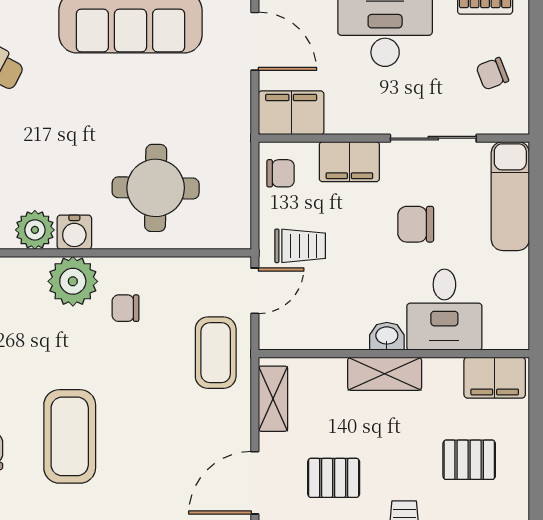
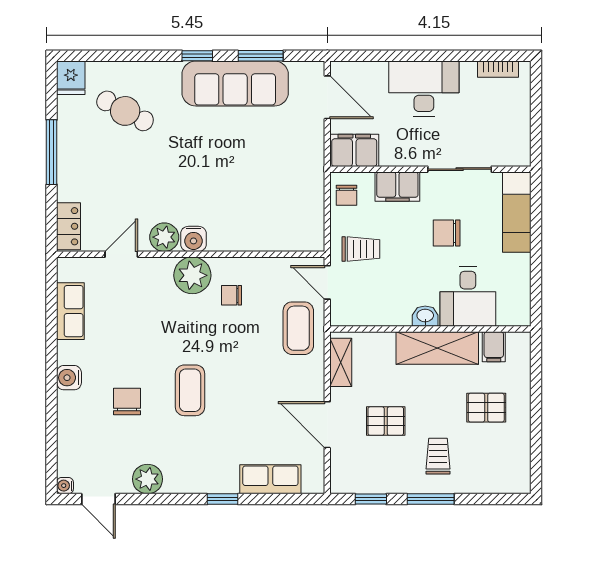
chair: (492, 74) -> (503, 121), removed
chair: (281, 173) -> (346, 195), turned 90
round table: (156, 188) -> (254, 206), removed
door: (255, 291) -> (327, 282), swing flipped
shelving: (385, 374) -> (437, 348), width x1.50, depth x1.33
filing cabinet: (495, 378) -> (494, 347), width x0.50
coffee table: (70, 436) -> (190, 390), width x0.73, depth x0.76
door: (255, 483) -> (327, 425), hinge flipped

